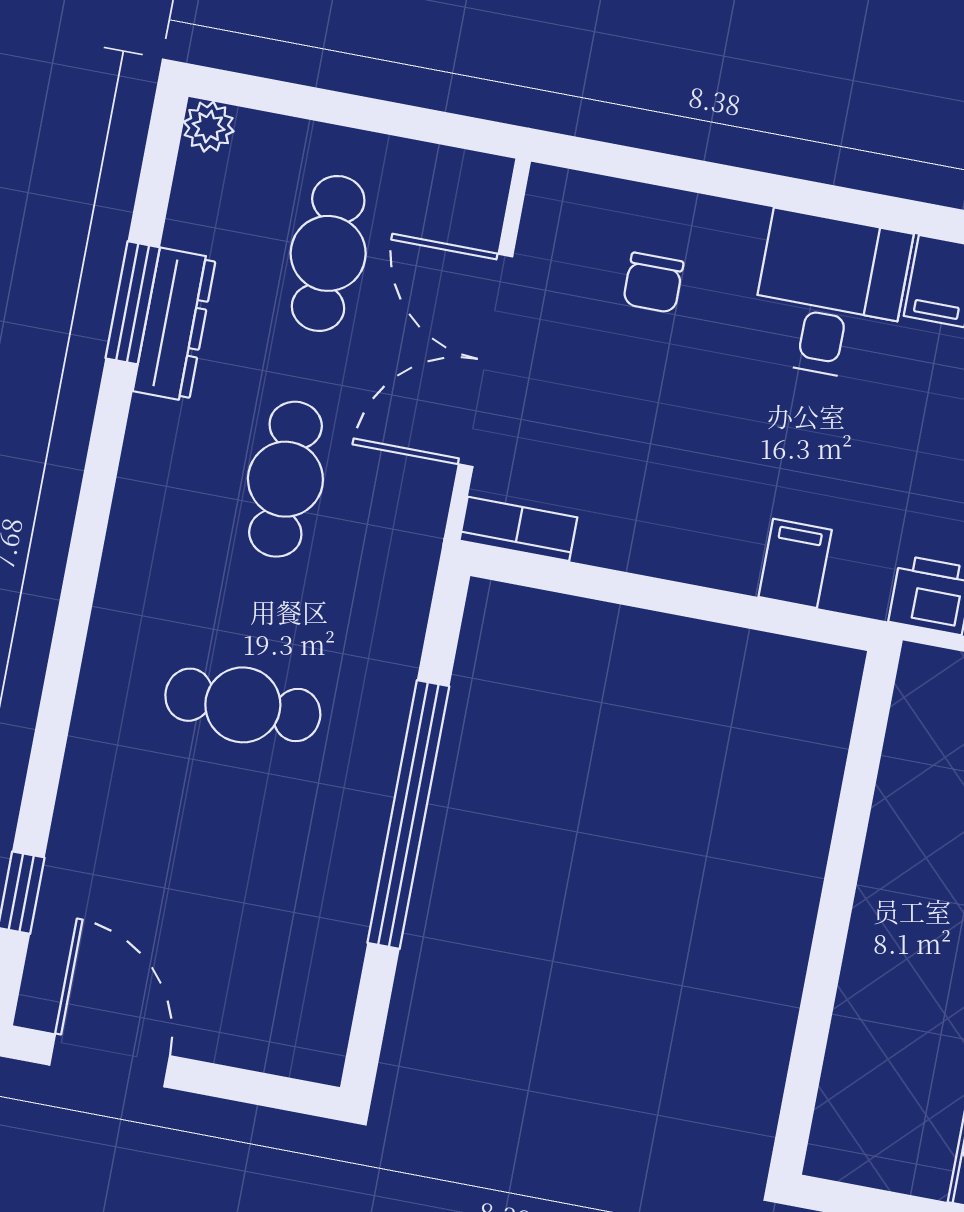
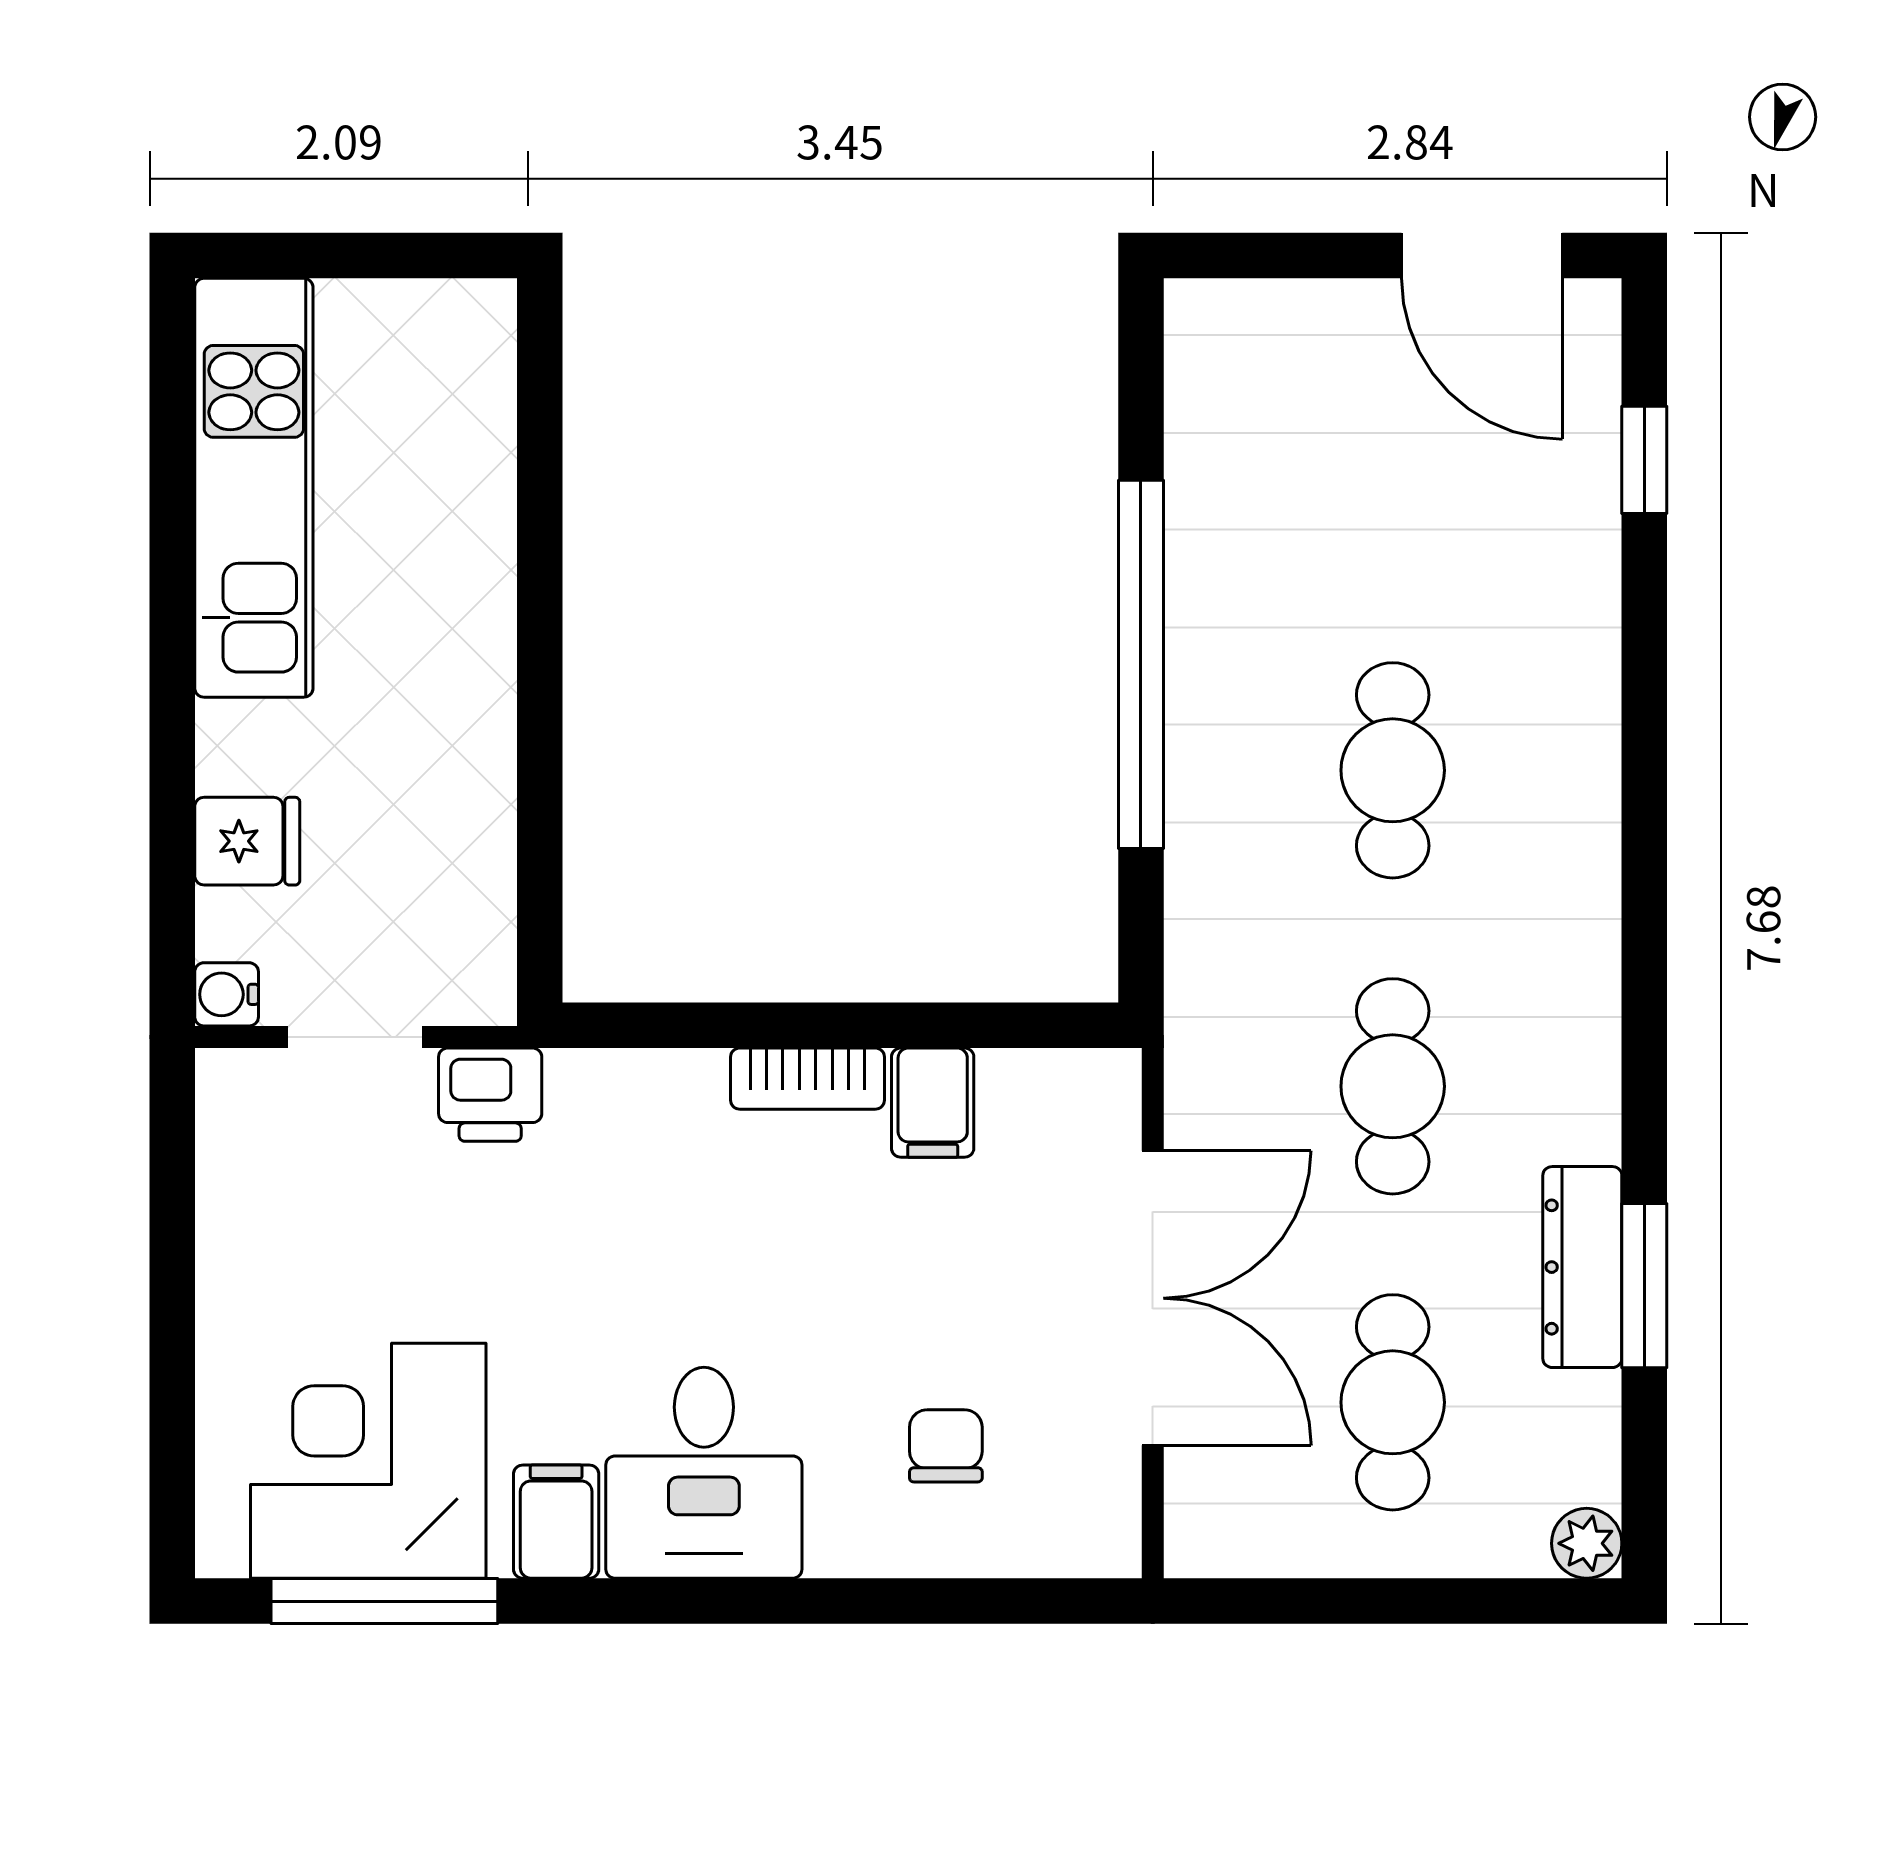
bookcase: (518, 529) -> (807, 1079), moved
filing cabinet: (795, 563) -> (933, 1103), moved
cafe table: (243, 705) -> (1393, 770), turned 90

